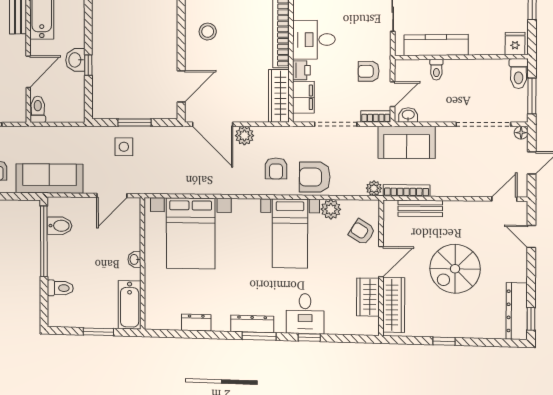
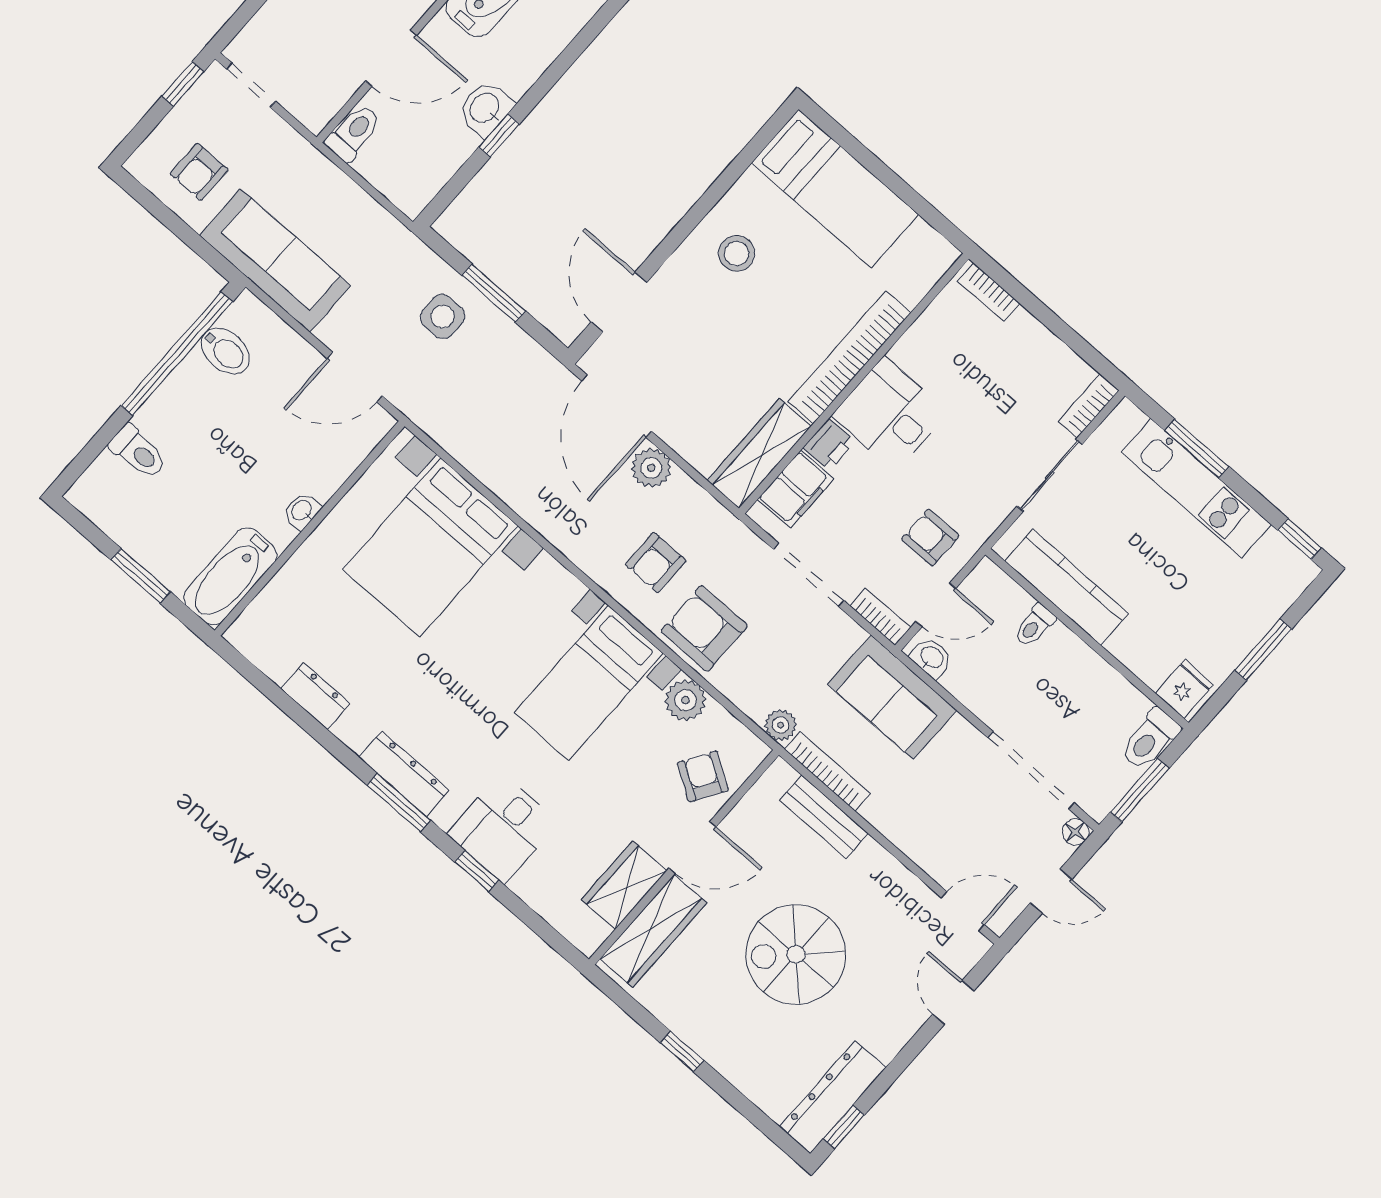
door: (181, 86) -> (619, 302), swing flipped

